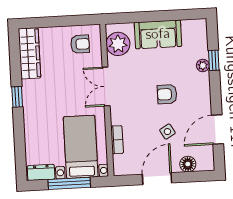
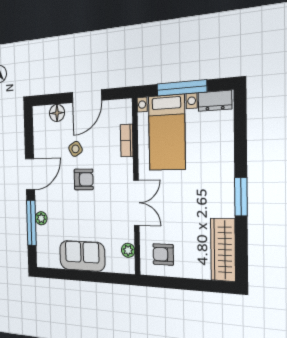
plant: (118, 44) -> (128, 250), width x0.53, depth x0.53
window: (214, 60) -> (31, 223), width x2.17
armchair: (167, 94) -> (84, 179), moved
window: (17, 97) -> (241, 197), width x1.50
door: (218, 130) -> (30, 174), moved

